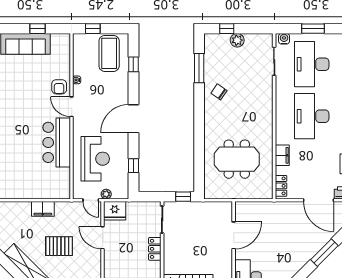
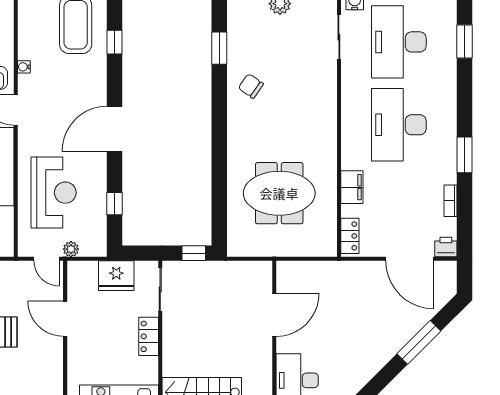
window: (199, 68) -> (219, 48), width x0.69
fridge: (115, 211) -> (116, 276), moved

